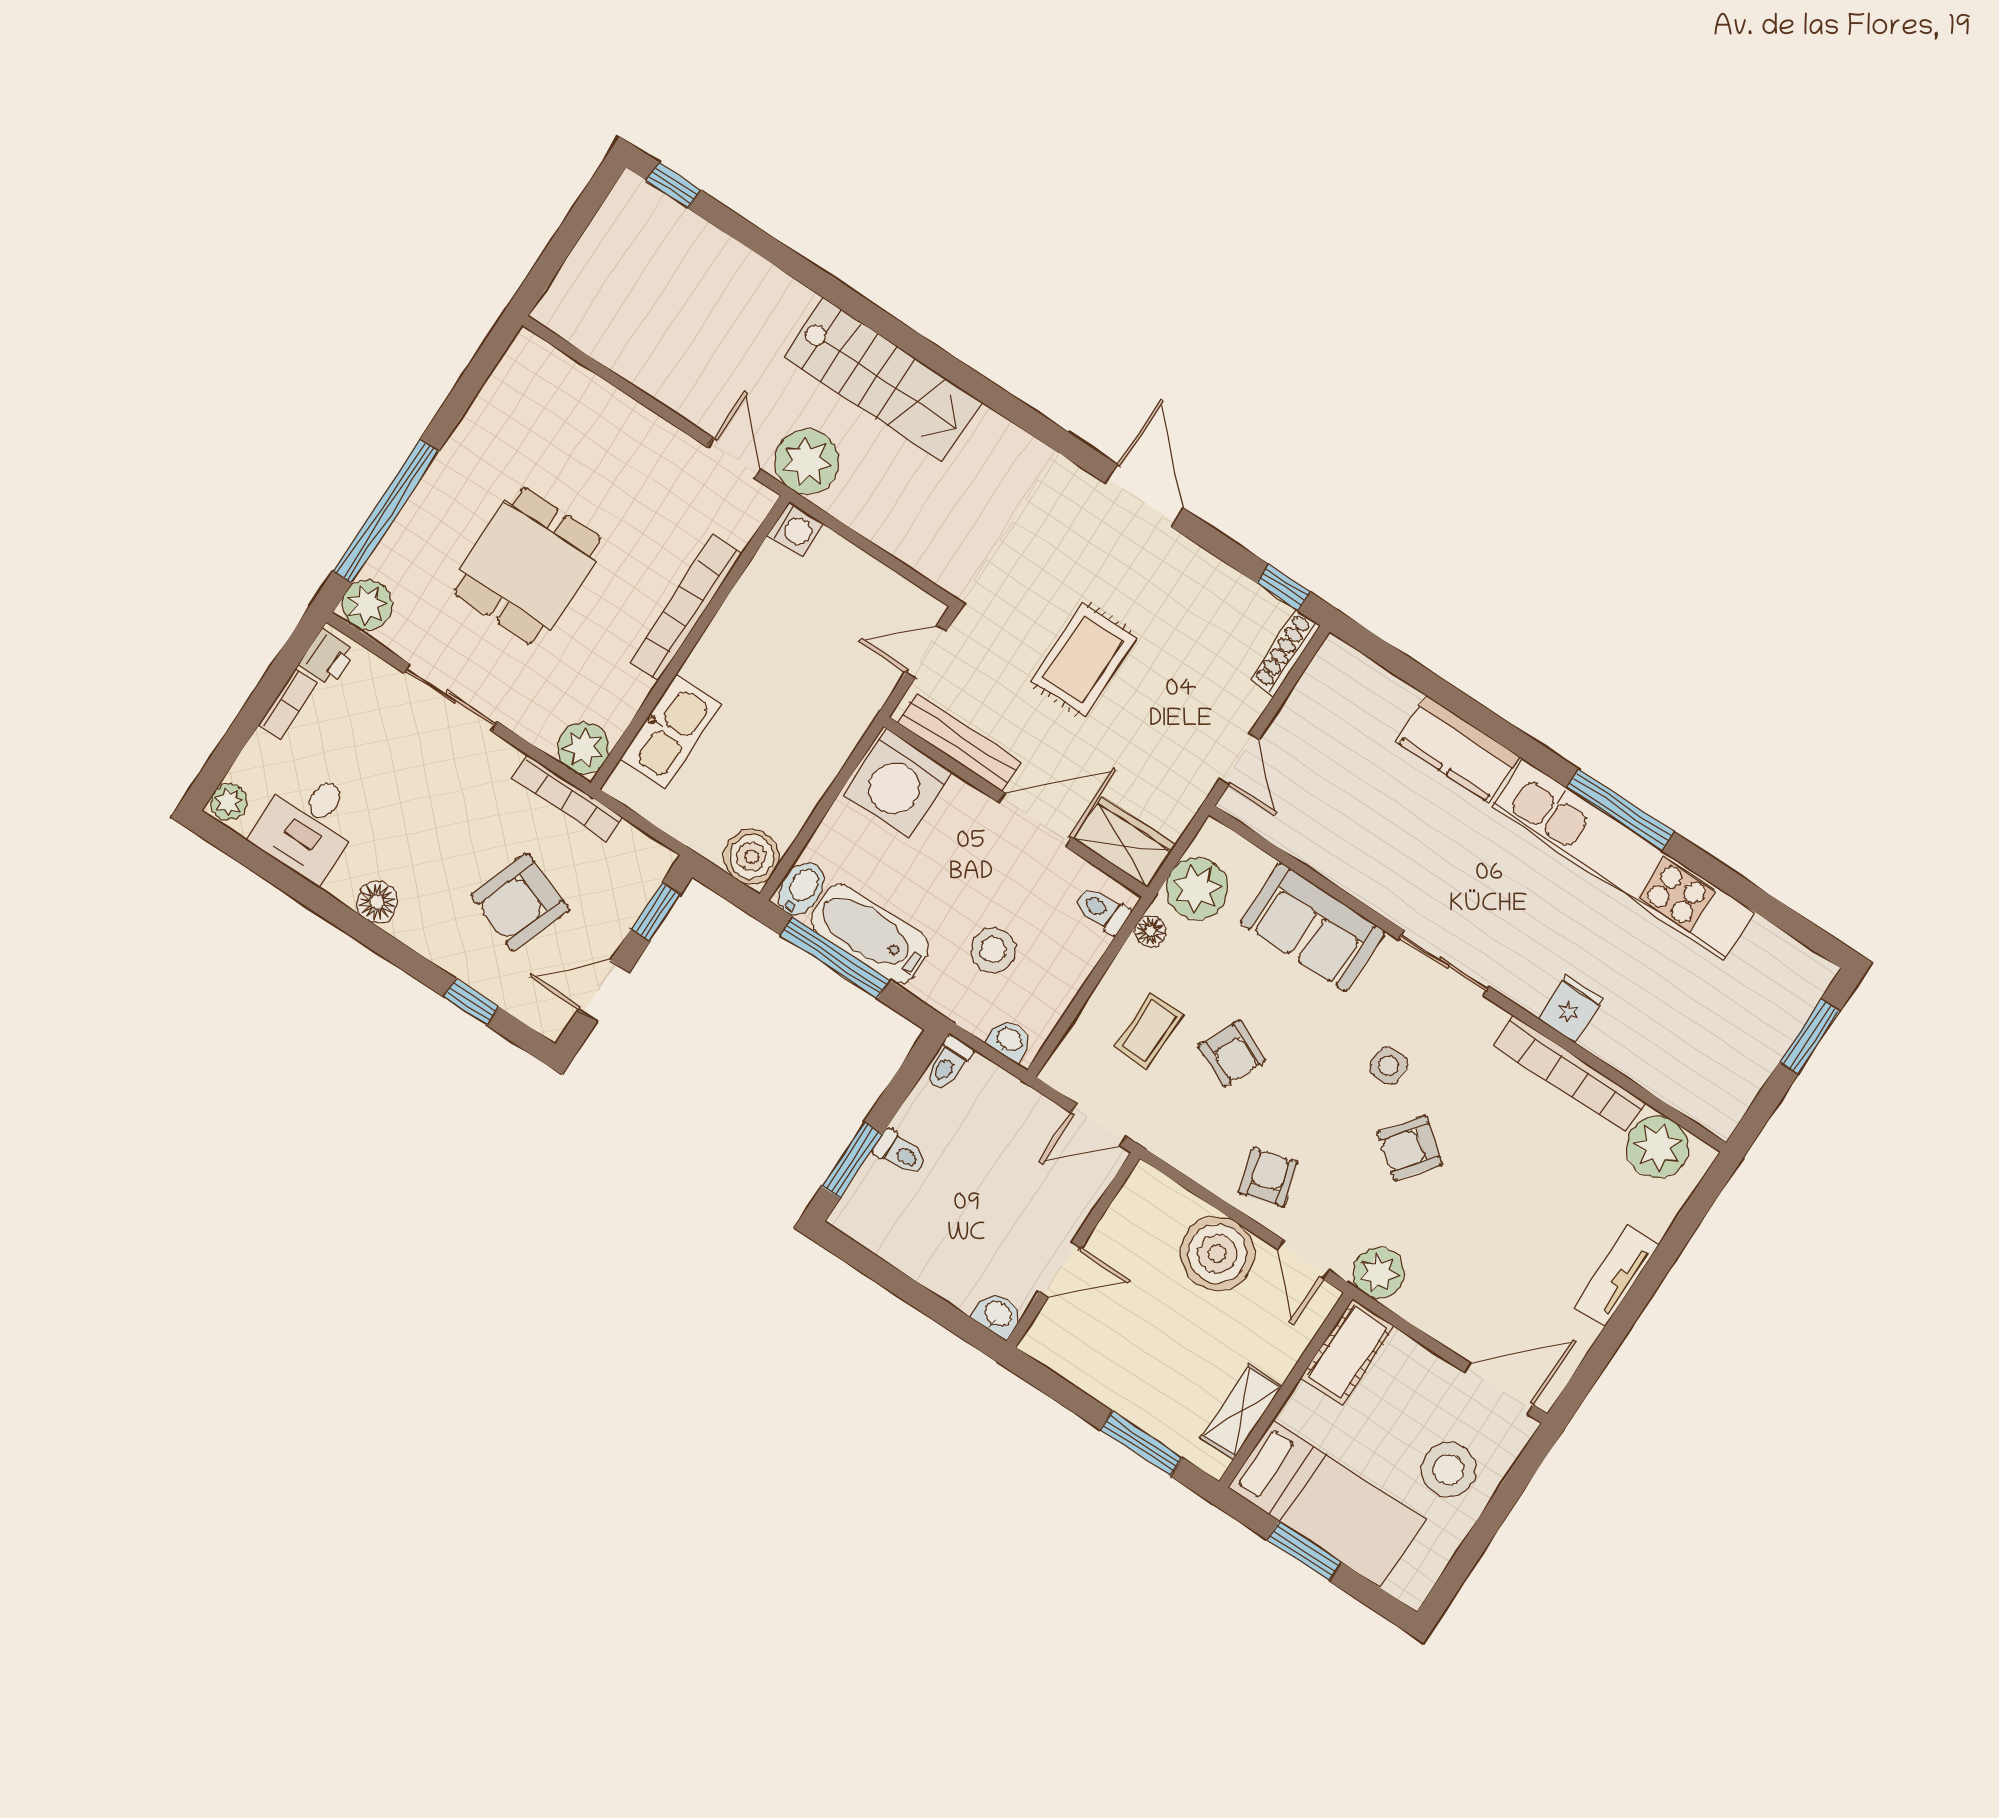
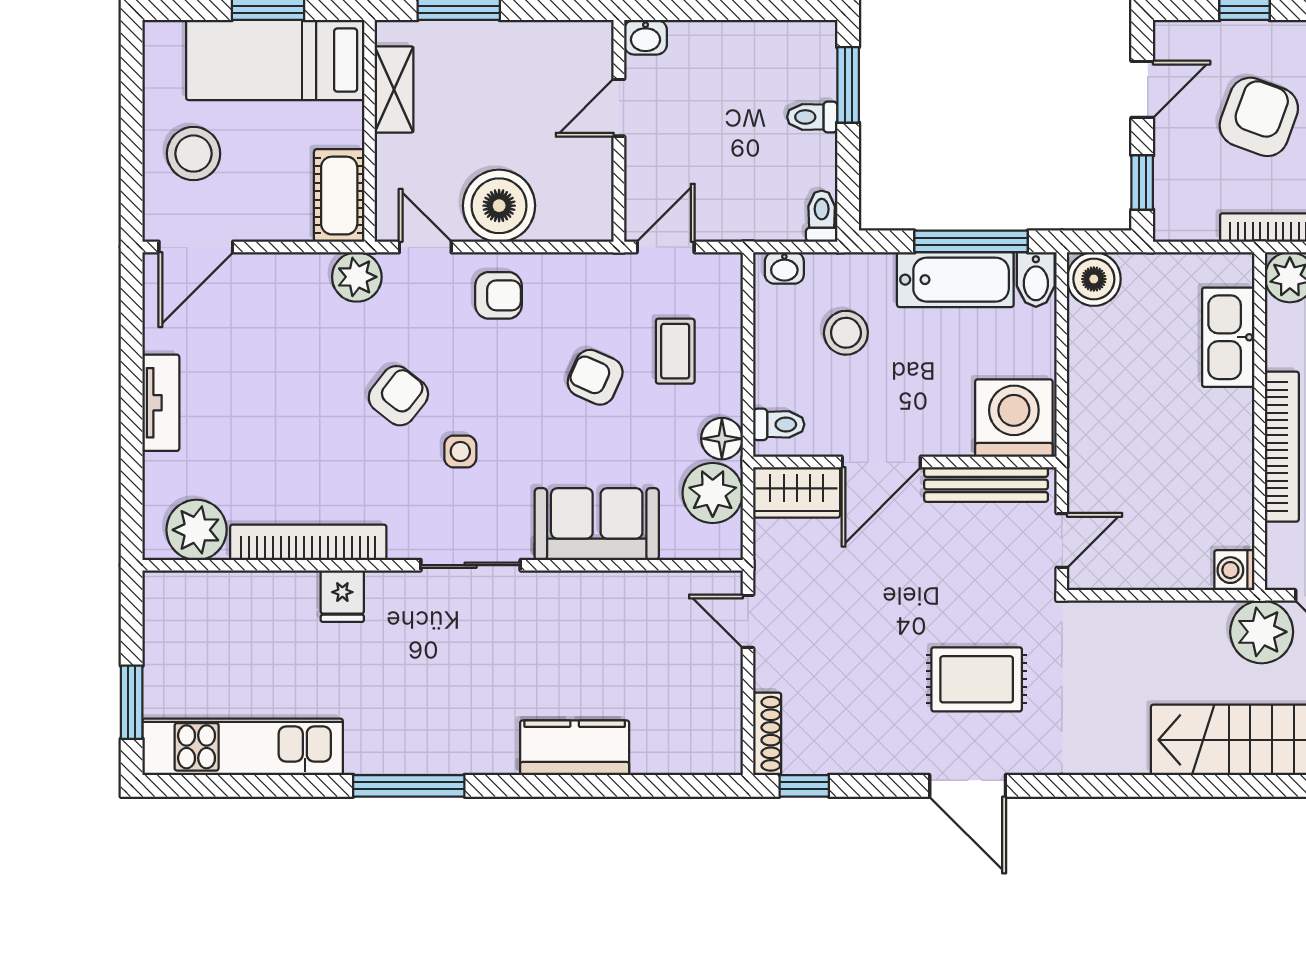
rug: (1083, 659) -> (977, 679), moved, turned 90
kitchen unit: (1623, 859) -> (243, 747), moved, width x0.73
floor lamp: (1150, 931) -> (722, 439), width x1.37, depth x1.37
armchair: (1268, 1177) -> (498, 295), turned -74

